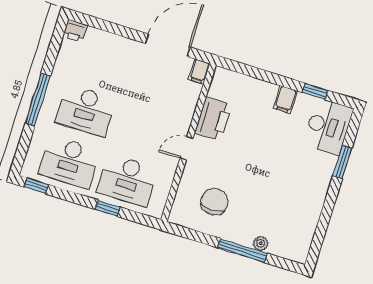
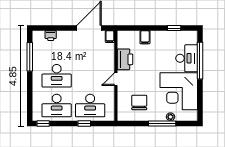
printer: (75, 31) -> (51, 36), moved
window: (38, 100) -> (30, 57), moved
filing cabinet: (285, 100) -> (145, 37), moved
desk: (328, 126) -> (187, 58), moved
window: (342, 162) -> (200, 61), width x2.11
corner desk: (289, 204) -> (179, 91), added

